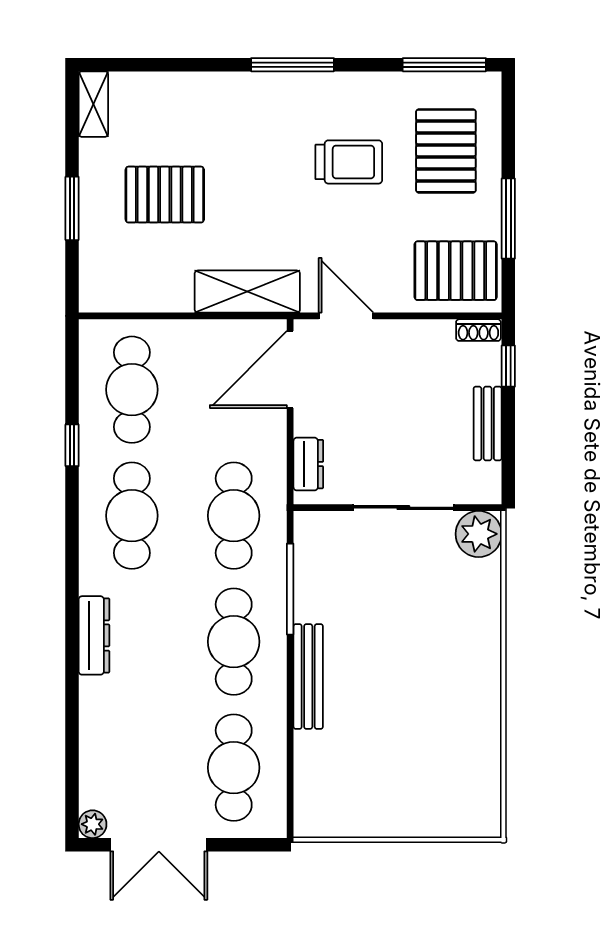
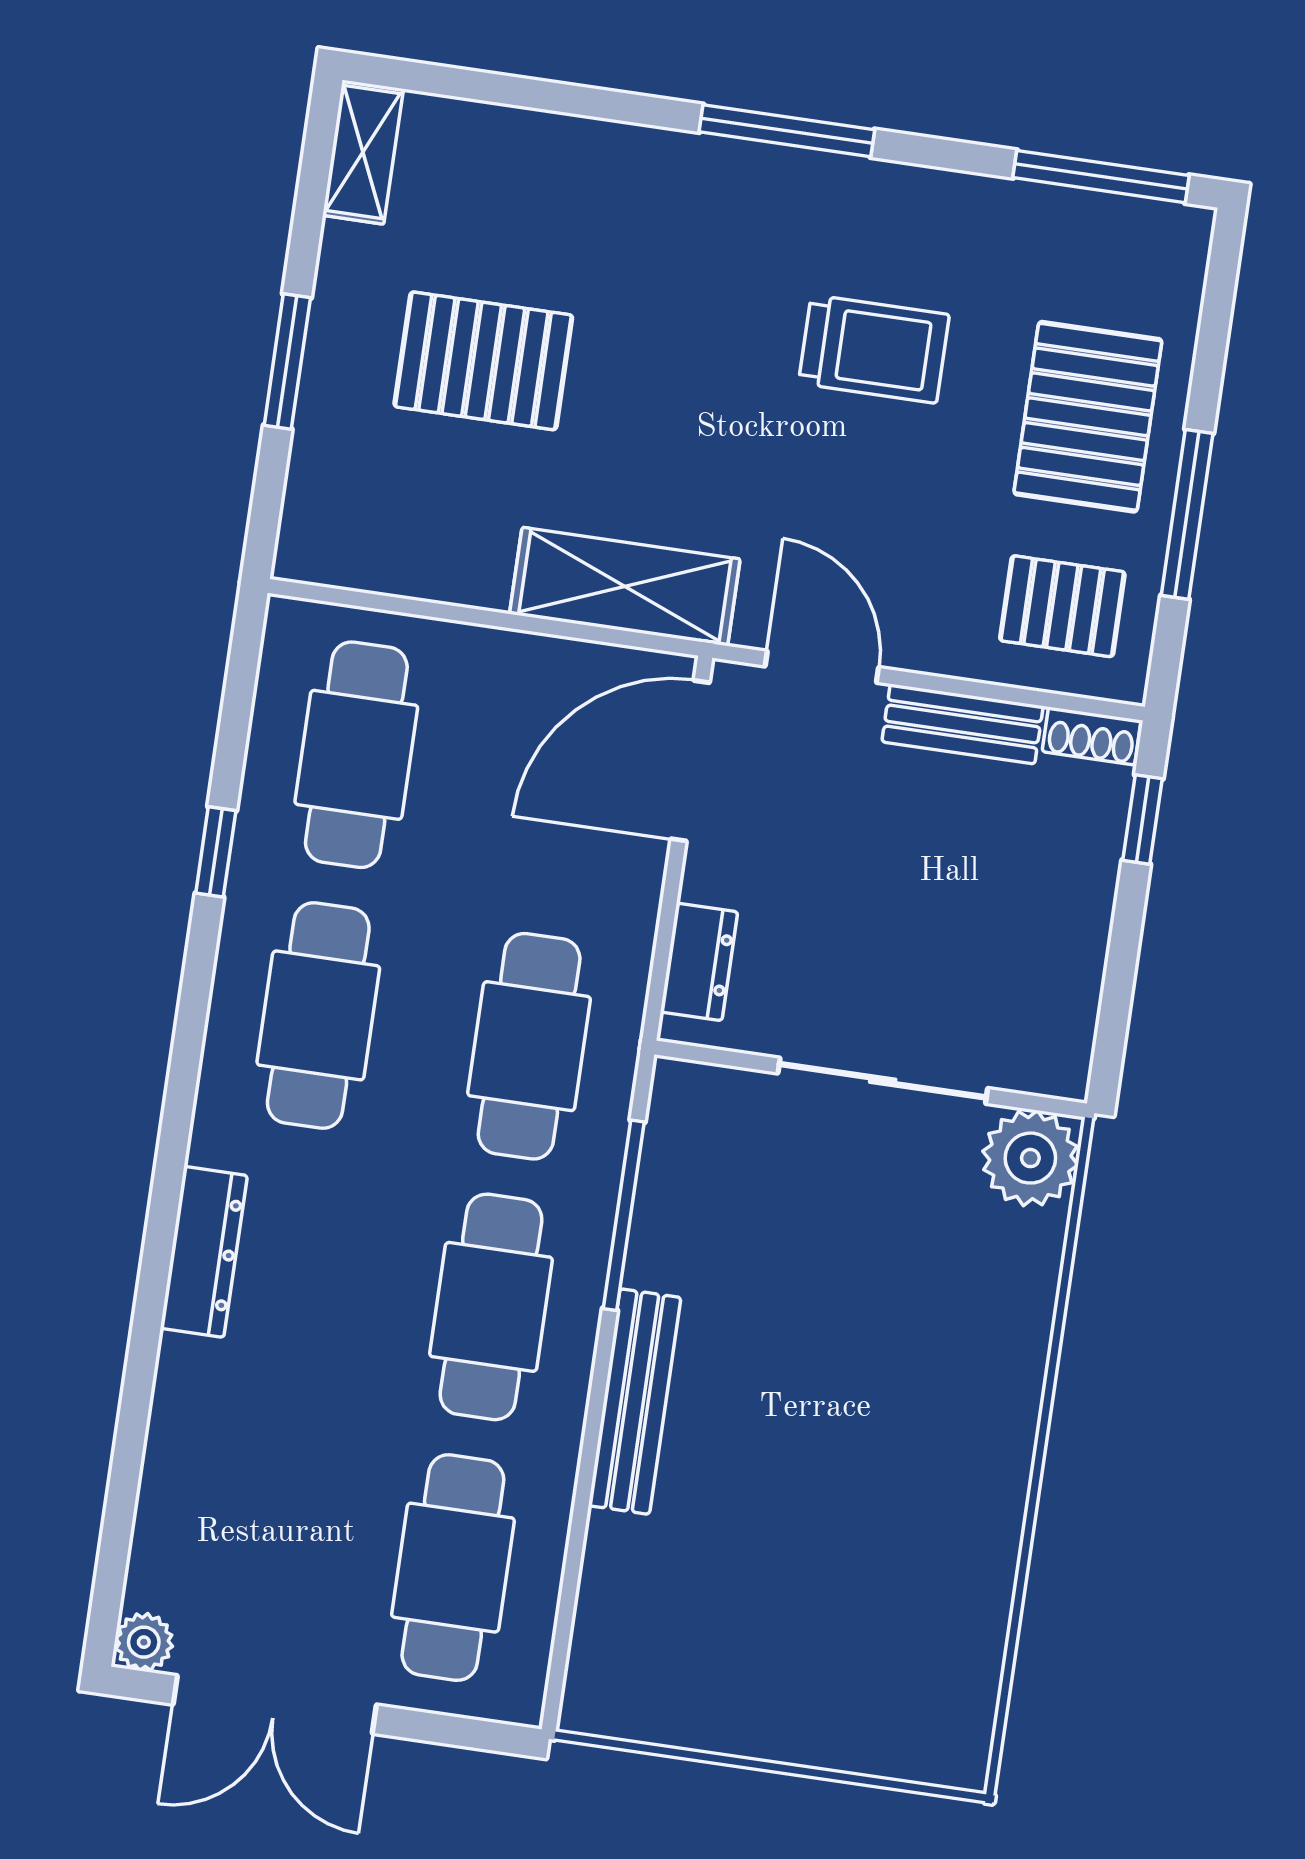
pallet: (446, 151) -> (1088, 417), moved
pallet: (456, 271) -> (1062, 606), width x0.67, depth x0.71
bench: (488, 423) -> (962, 724), moved, turned 90

